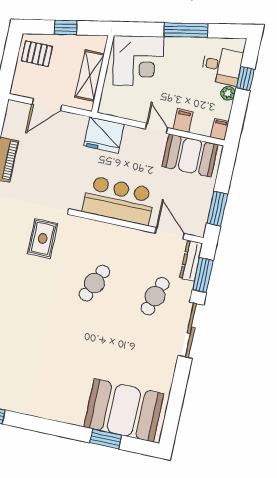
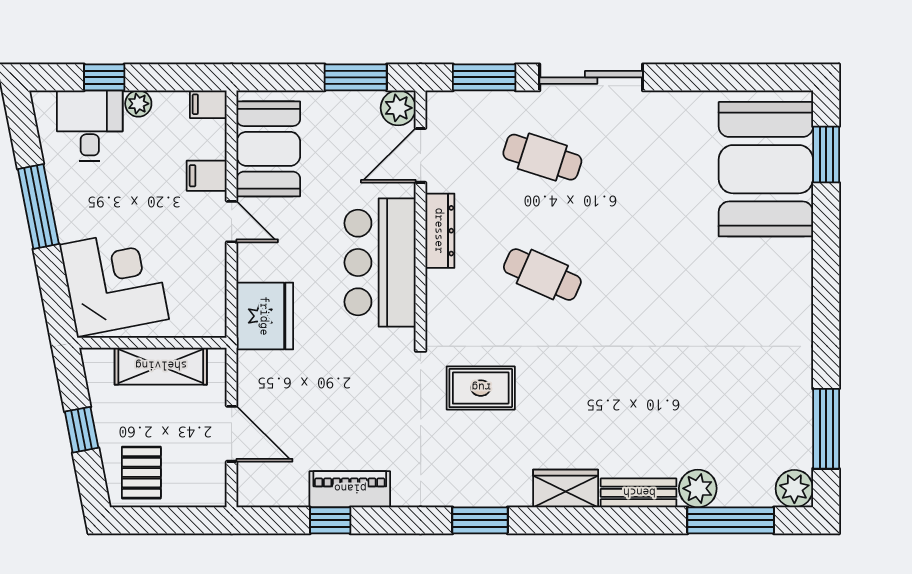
door: (157, 128) -> (232, 222), swing flipped
plant: (197, 227) -> (398, 108), added
dresser: (191, 261) -> (440, 231), moved, turned -90
window: (106, 439) -> (826, 154), moved

